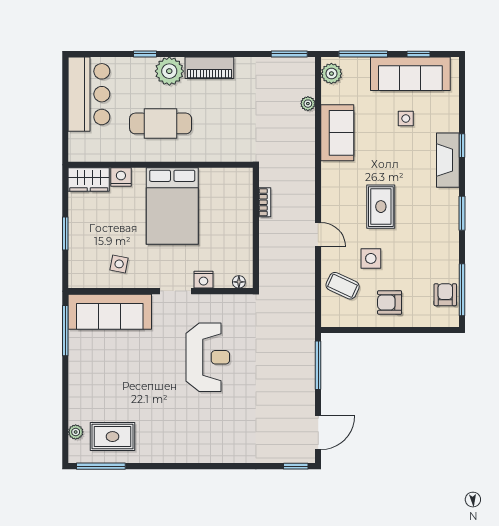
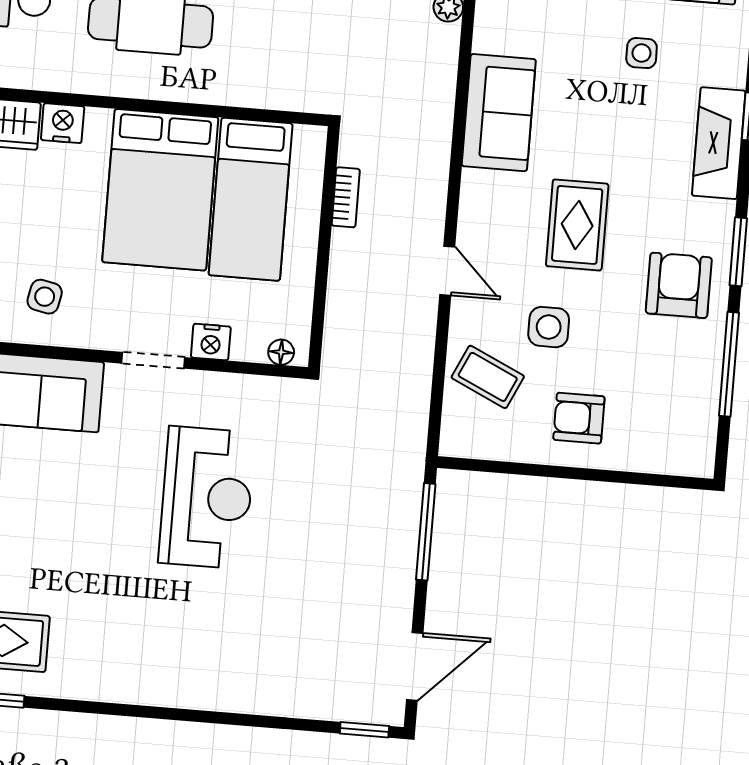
sofa: (337, 133) -> (499, 113), moved
bed: (217, 207) -> (251, 199), added
window: (462, 290) -> (729, 364), moved
armchair: (445, 295) -> (679, 285), moved, width x1.38, depth x1.38

